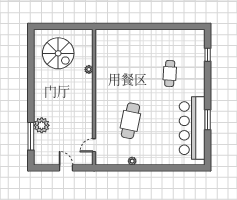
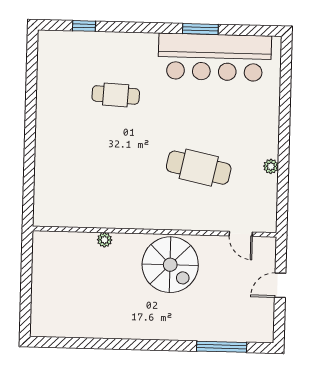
spiral stairs: (58, 53) -> (170, 265), moved, turned 90
plant: (42, 125) -> (203, 327), removed

